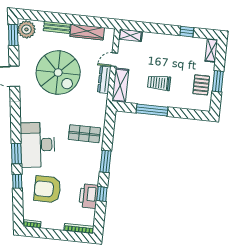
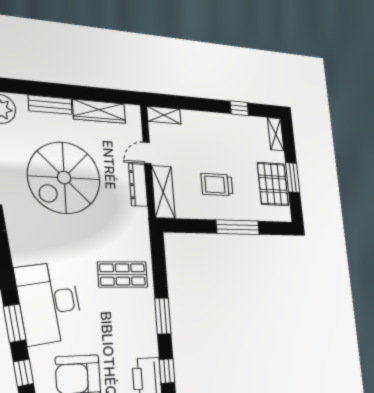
spiral stairs: (58, 73) -> (64, 178), turned 90
pallet: (201, 85) -> (273, 184), width x1.50, depth x1.42
window: (152, 110) -> (238, 227), moved

